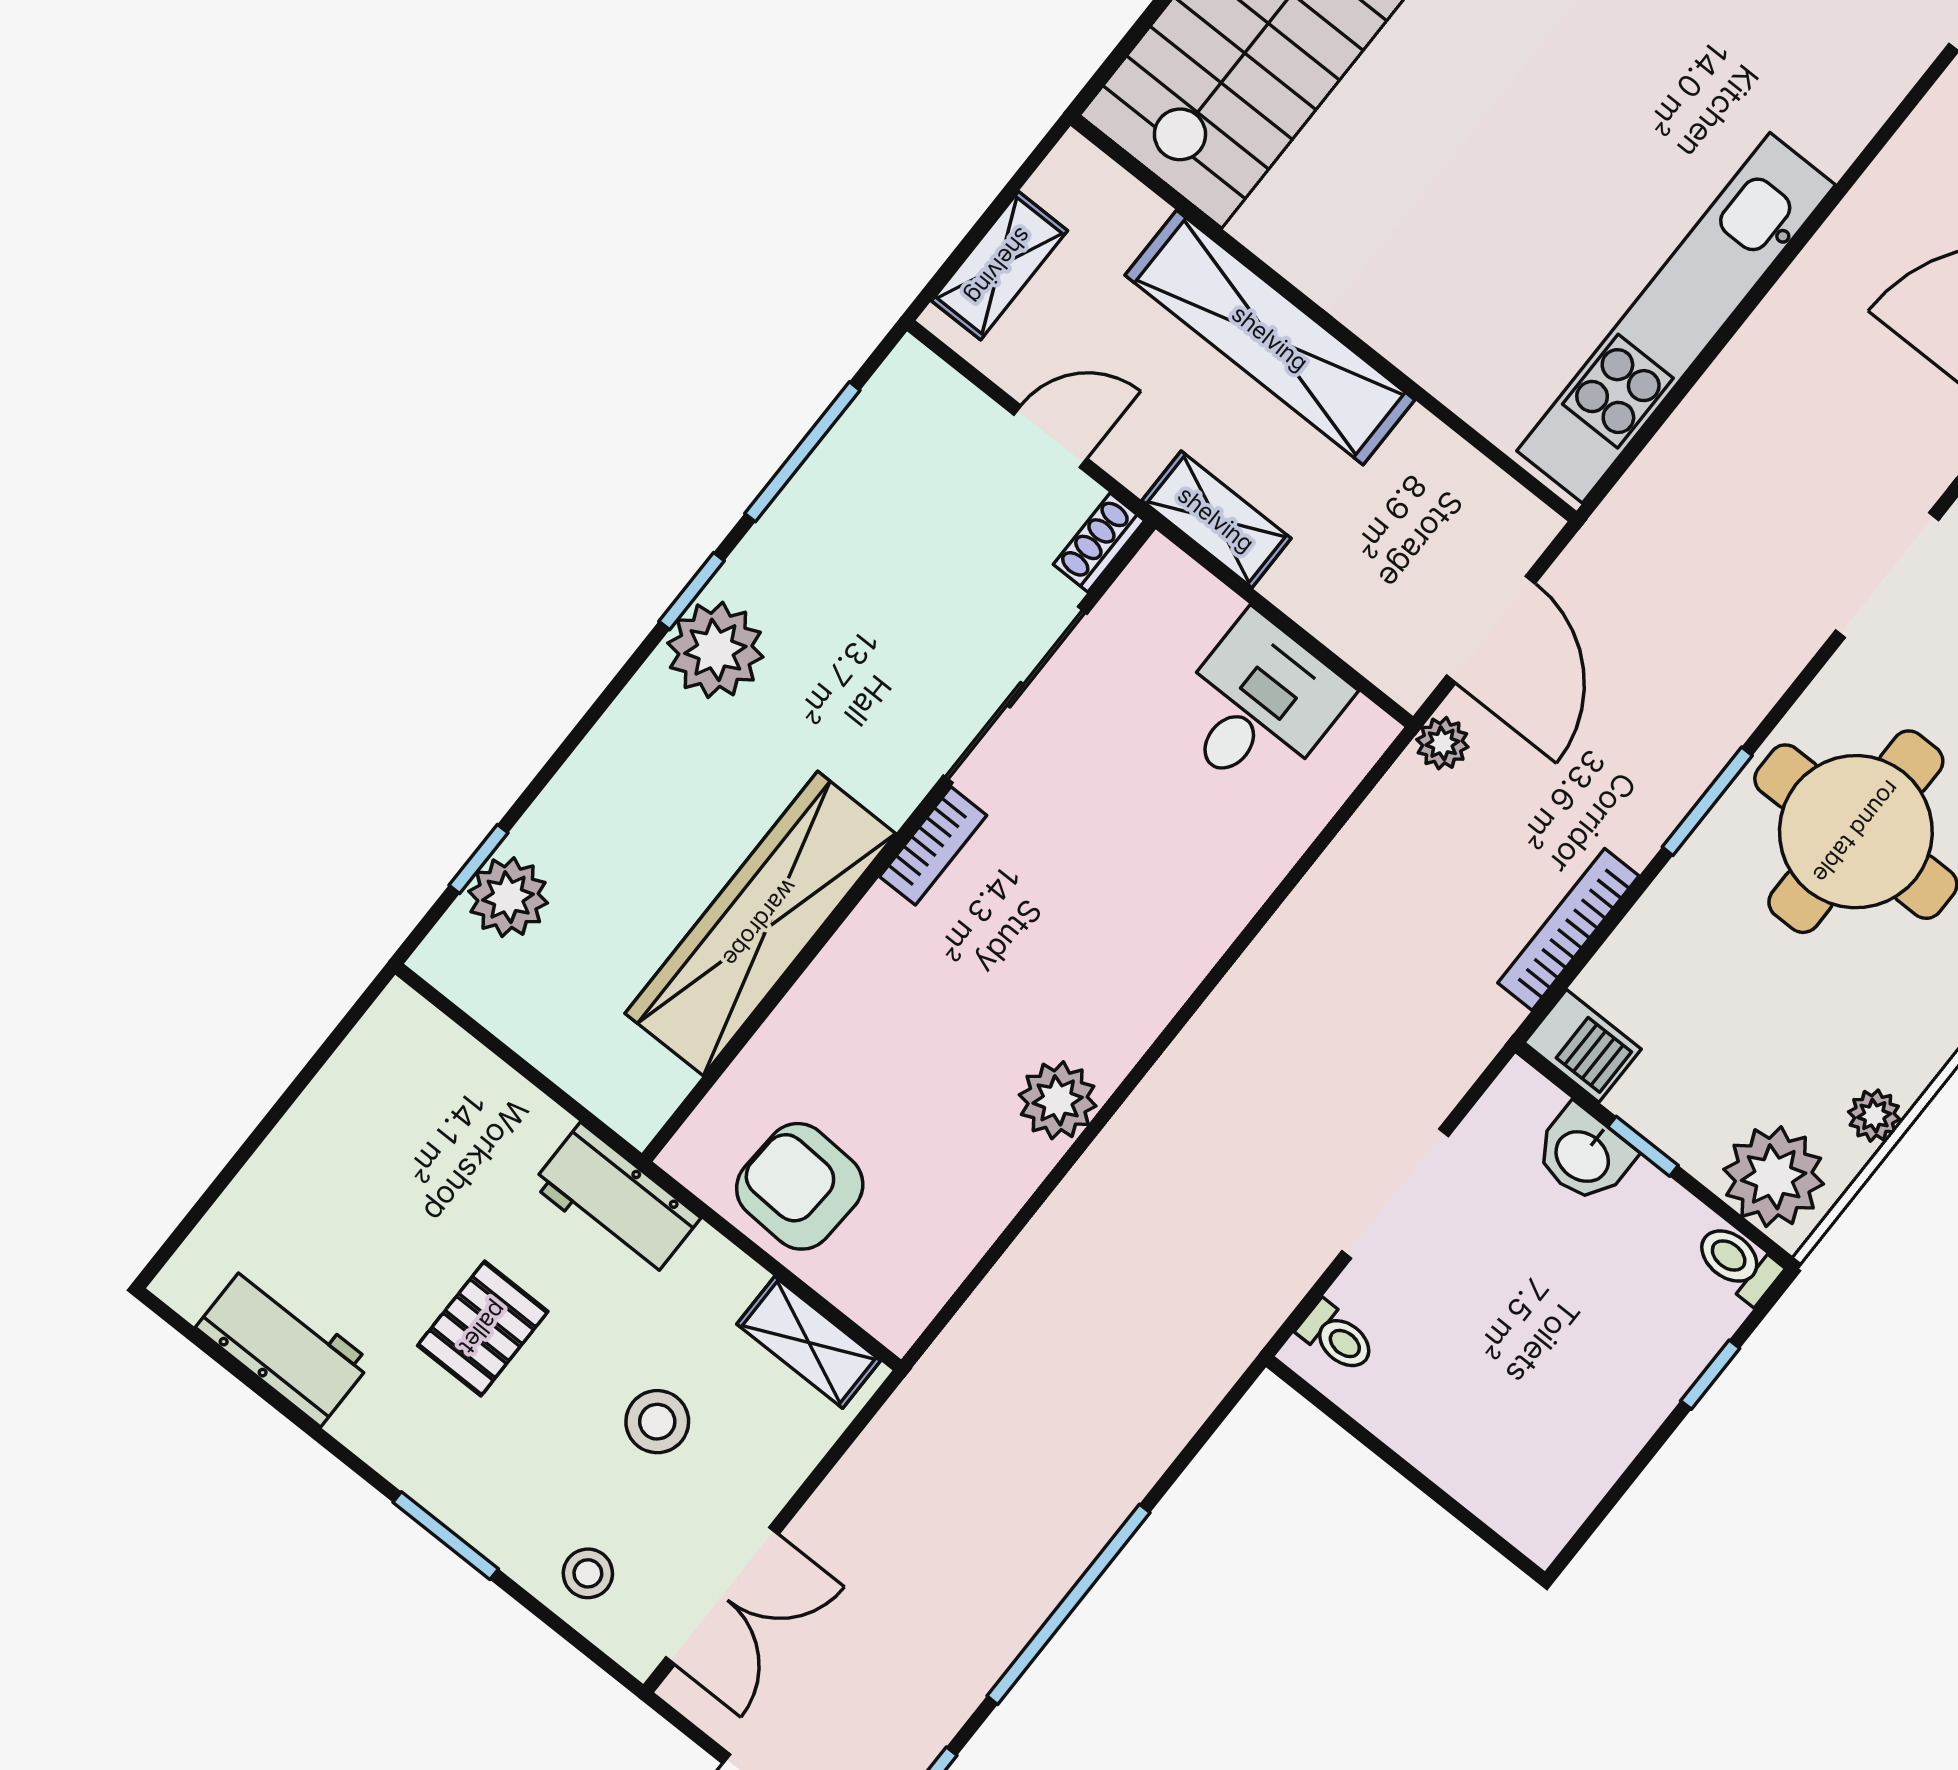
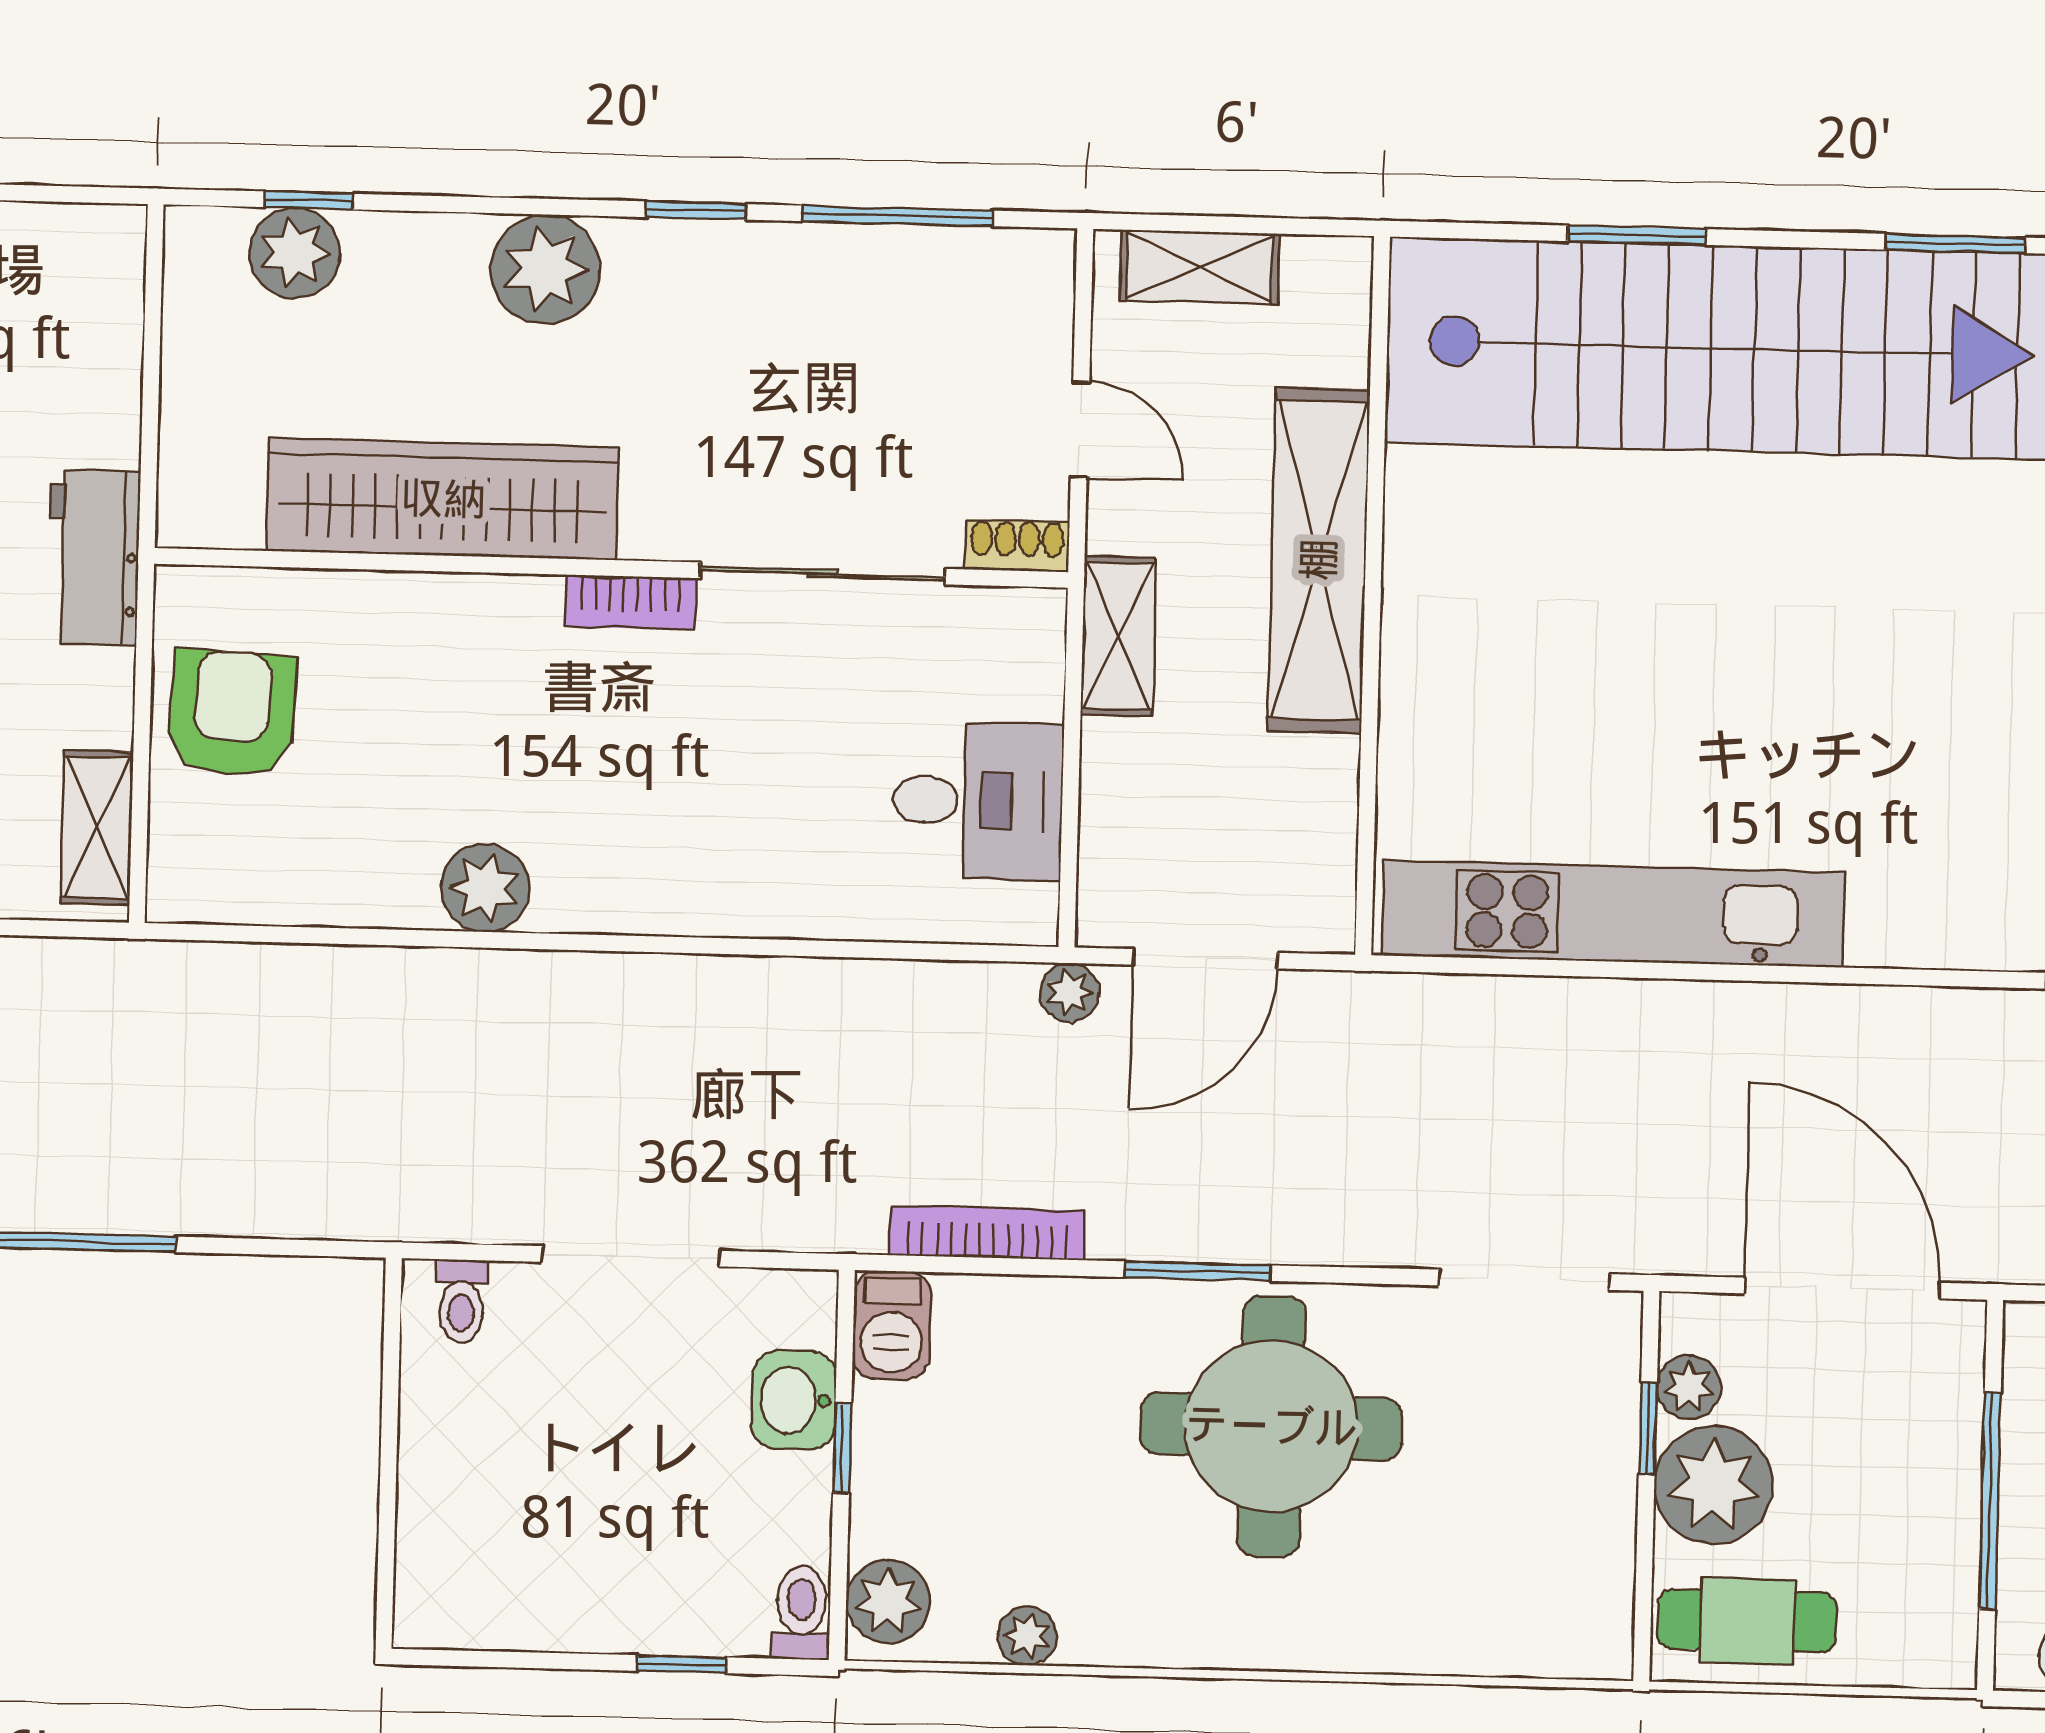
plant: (715, 650) -> (545, 269), moved
plant: (1774, 1177) -> (888, 1602), width x0.73, depth x0.73

